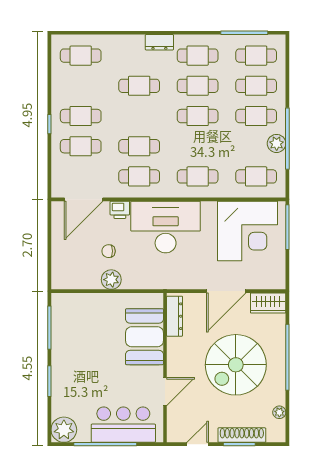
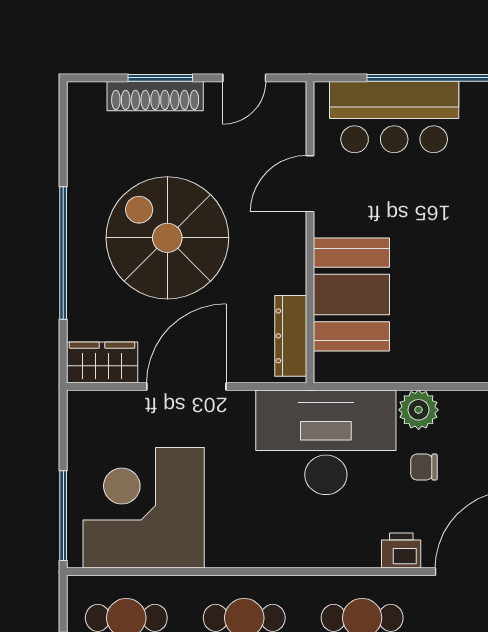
desk: (166, 227) -> (326, 442), moved, turned 180
chair: (109, 251) -> (424, 467), turned 180
spiral stairs: (236, 365) -> (167, 238), turned -90
plant: (279, 412) -> (79, 142), removed

